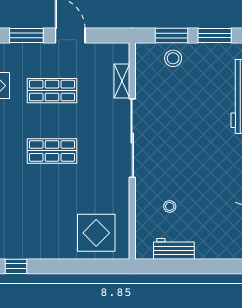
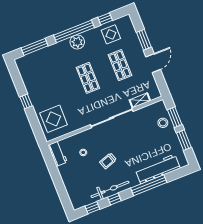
trolley: (199, 172) -> (108, 161), added
workbench: (174, 249) -> (58, 154), moved
window: (16, 266) -> (26, 101), moved

